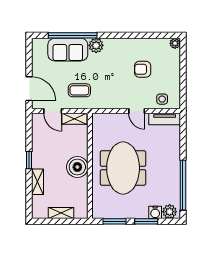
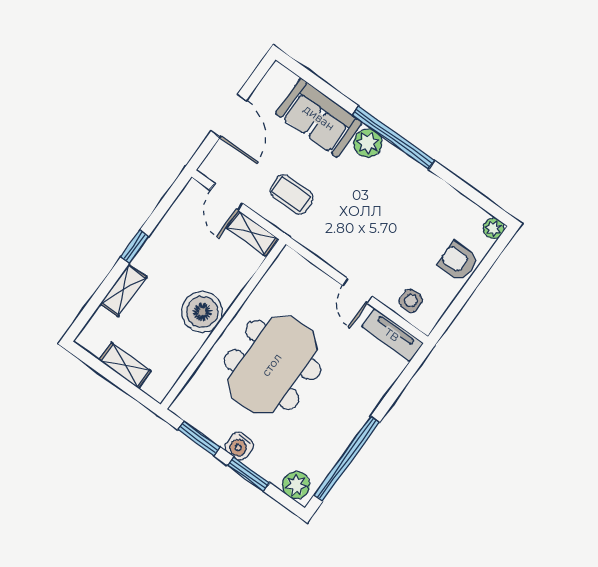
window: (73, 35) -> (393, 138), moved
armchair: (143, 69) -> (458, 261), moved
door: (29, 89) -> (229, 116), moved
water cooler: (155, 212) -> (239, 446), moved

